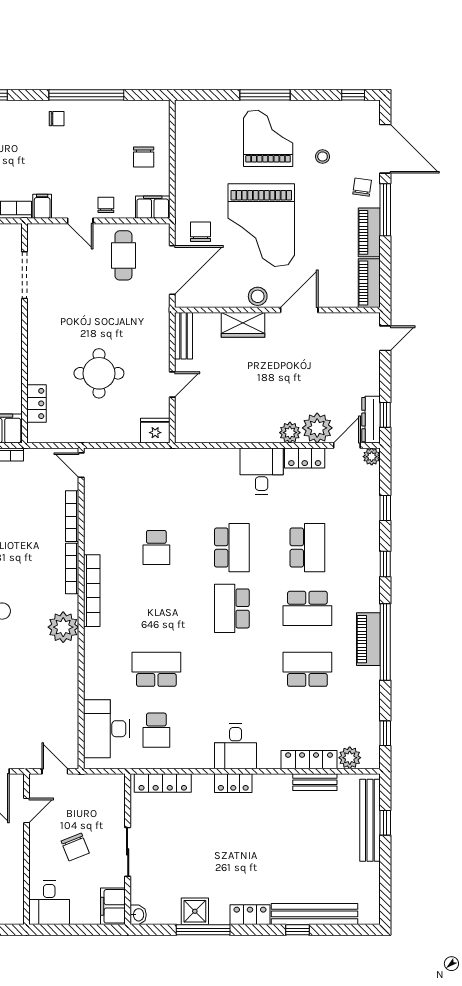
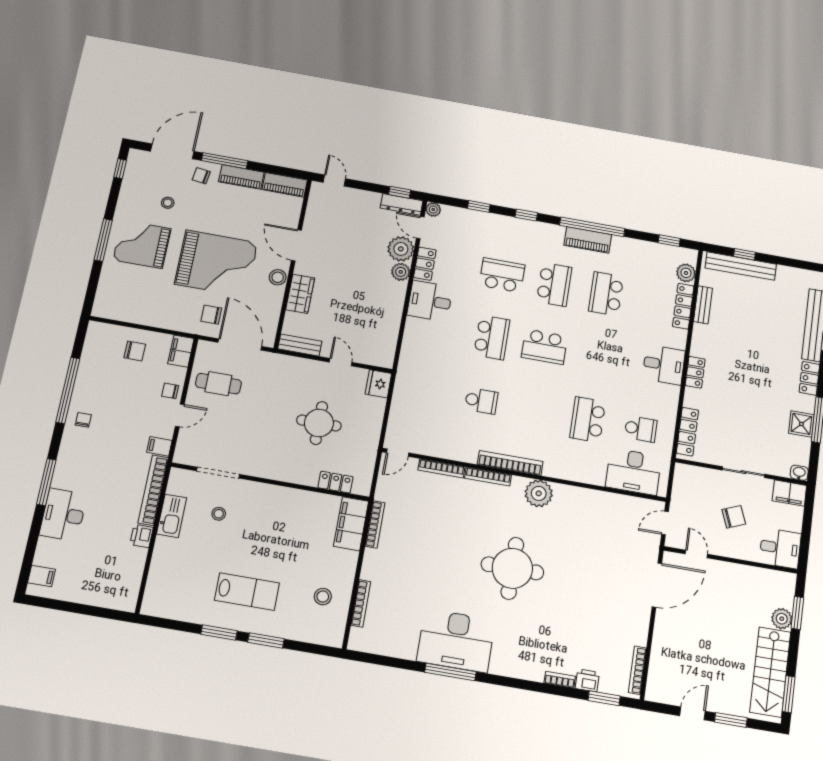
school desk: (232, 548) -> (492, 337), turned 90

